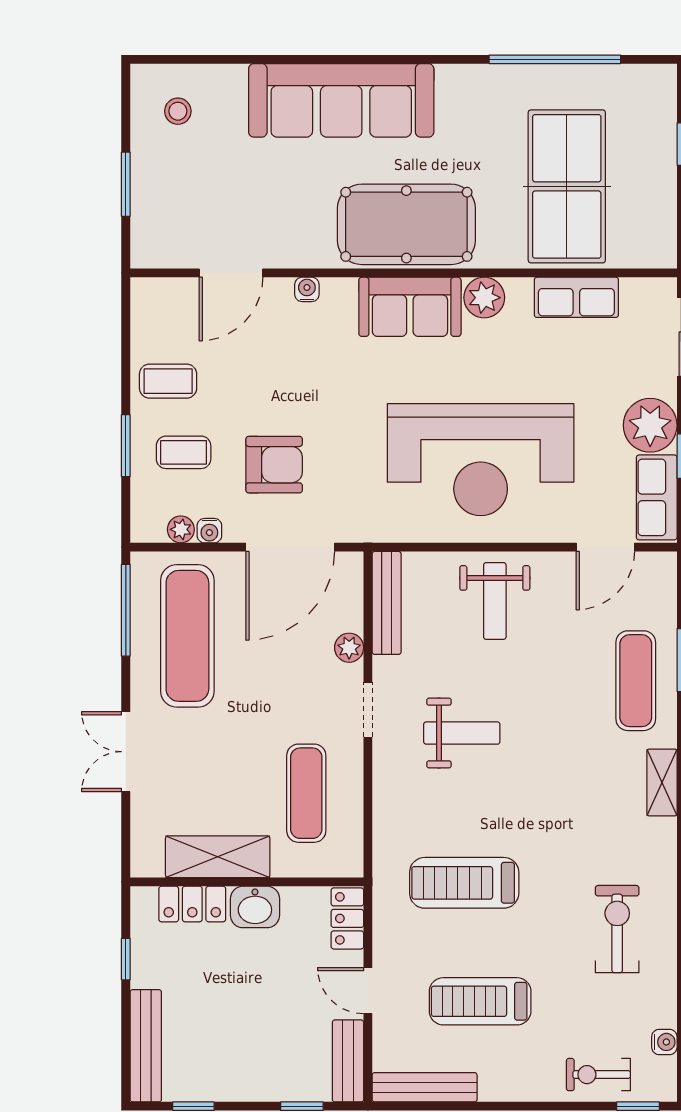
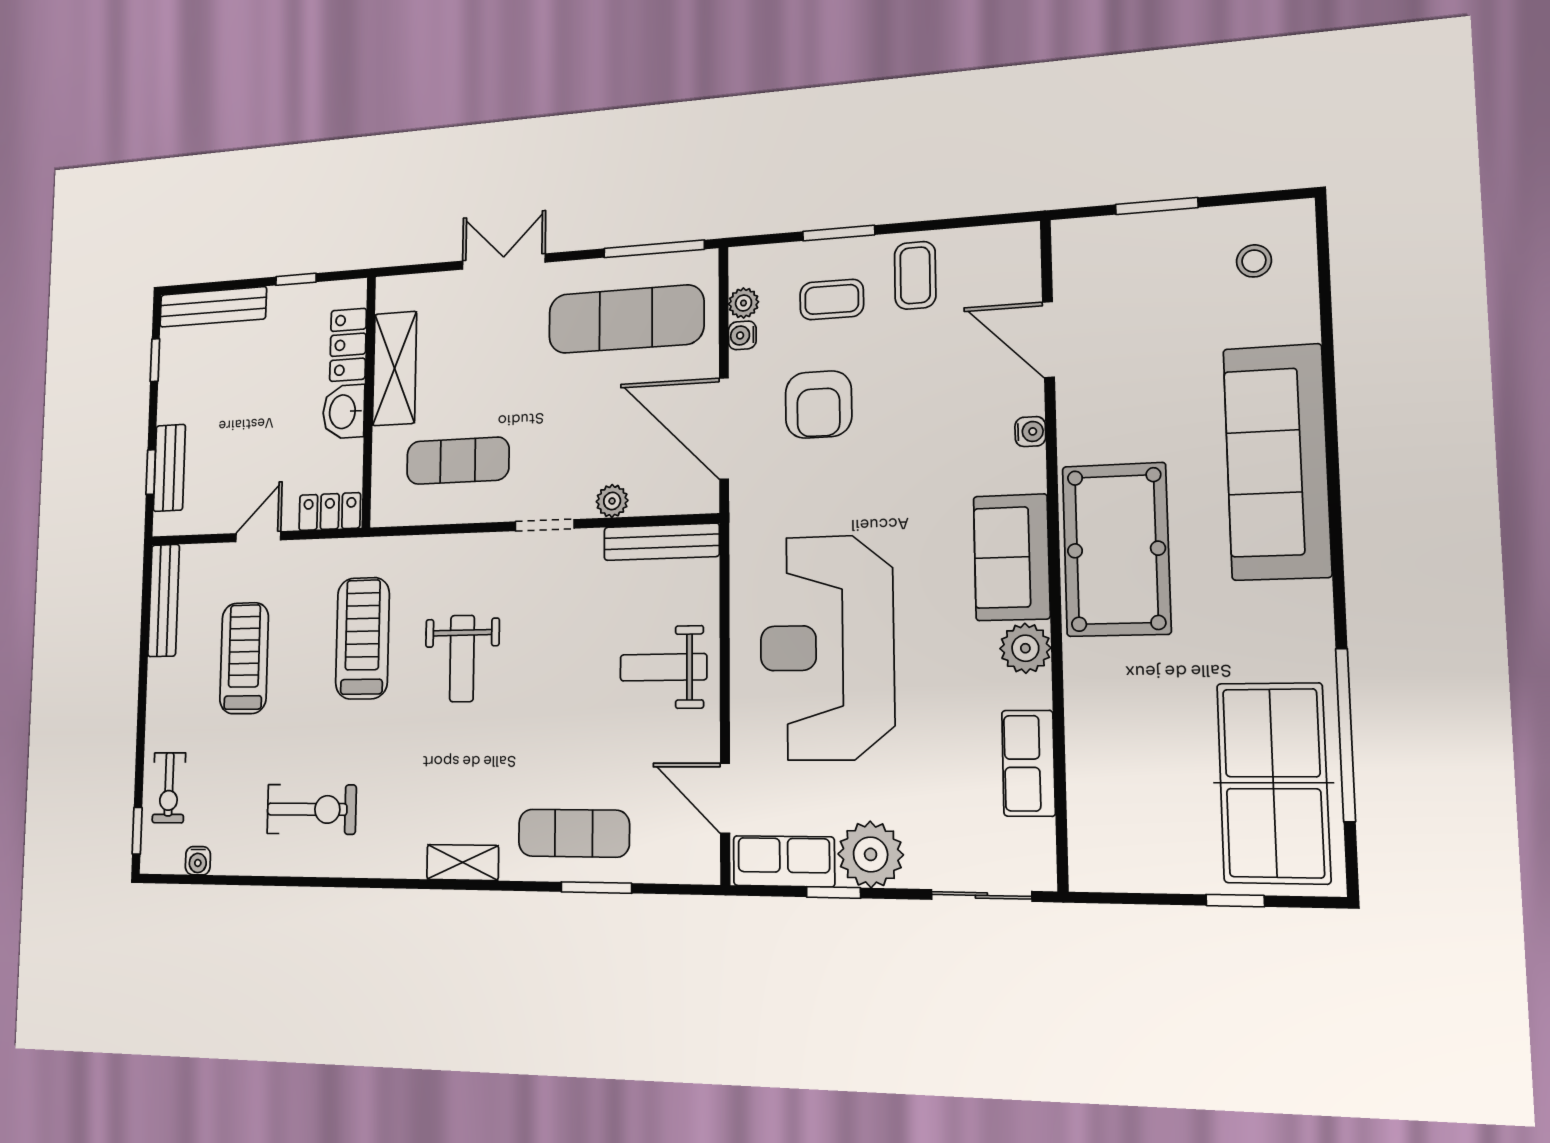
table tennis table: (567, 186) -> (1273, 783), moved, turned 90
coffee table: (184, 452) -> (832, 299), turned 90
weight bench: (462, 733) -> (462, 658), moved
bench: (348, 1061) -> (169, 468), moved, turned 90
exercise bike: (598, 1075) -> (169, 788), turned 180

